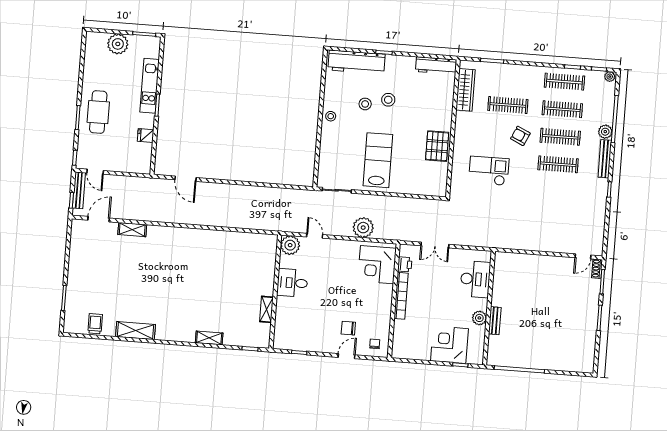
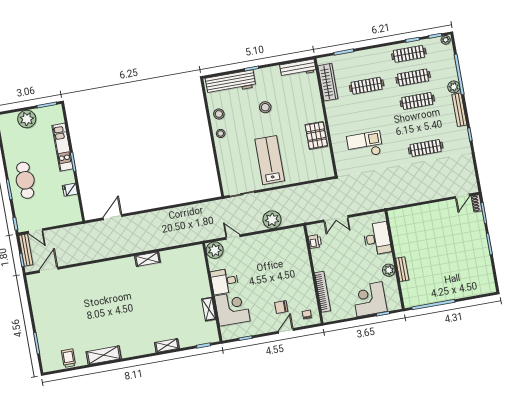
stool: (365, 104) -> (219, 114), moved
armchair: (520, 136) -> (384, 109), removed
clothes rail: (558, 164) -> (426, 148), moved
door: (185, 179) -> (113, 217), swing flipped
shelving: (132, 230) -> (147, 259), moved
corner desk: (377, 265) -> (232, 309), moved, turned 180
bookcase: (401, 296) -> (323, 292), moved

